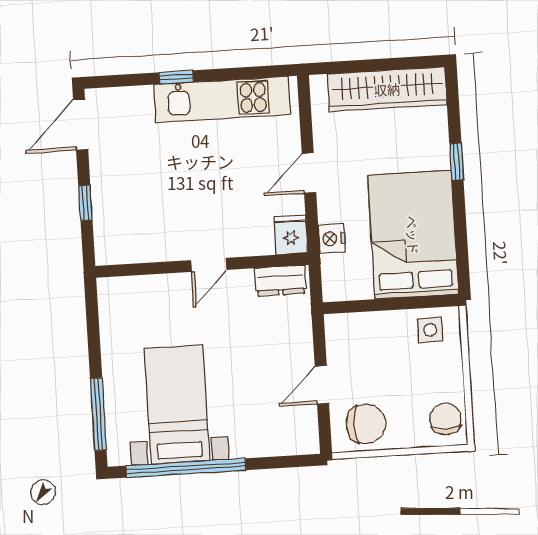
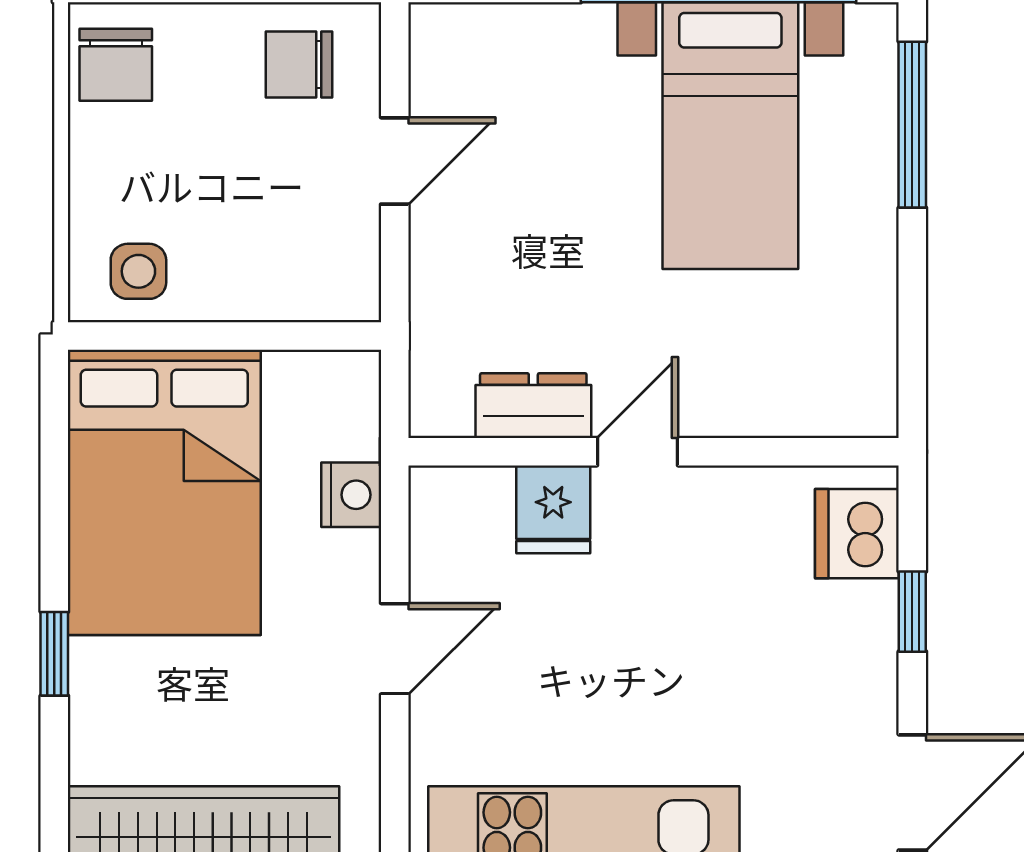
dishwasher: (112, 235) -> (857, 534), added
fridge: (291, 235) -> (553, 509), moved
dresser: (280, 281) -> (533, 406), moved
chair: (366, 424) -> (299, 65), width x0.73, depth x0.73

